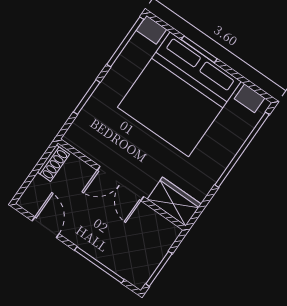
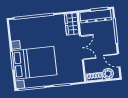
bed with nightstands: (179, 94) -> (34, 63), width x0.73
plant: (39, 190) -> (108, 74), added
door: (46, 227) -> (119, 60), hinge flipped
dresser: (153, 253) -> (96, 16), added

